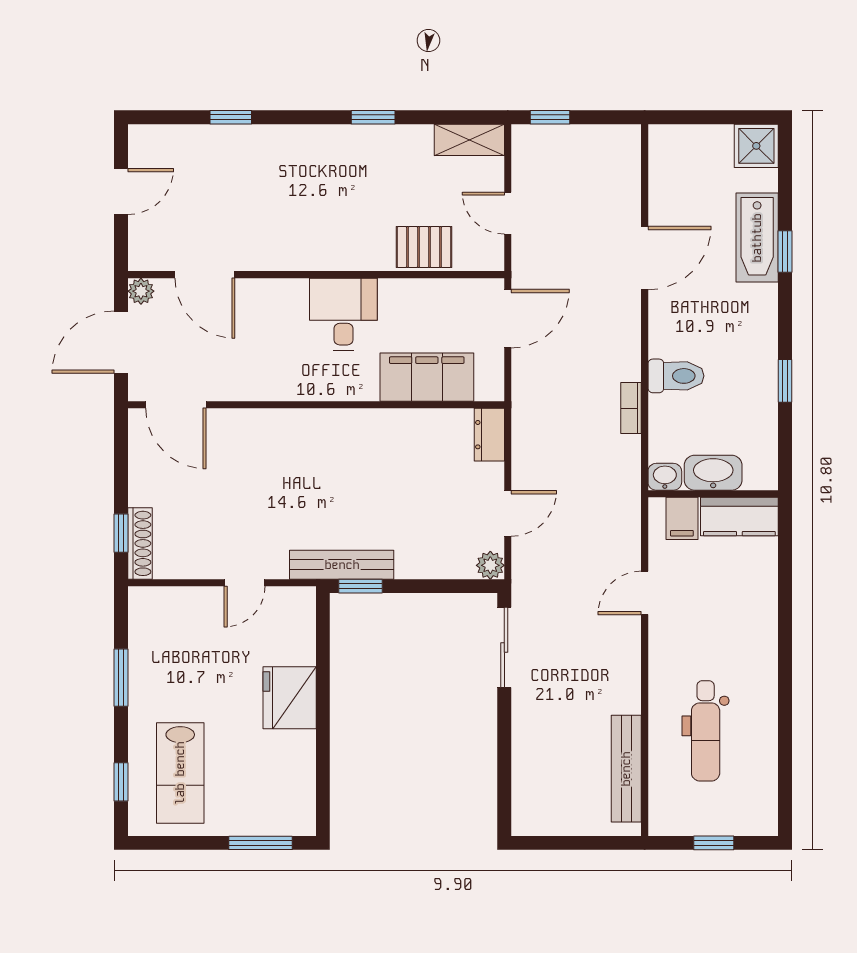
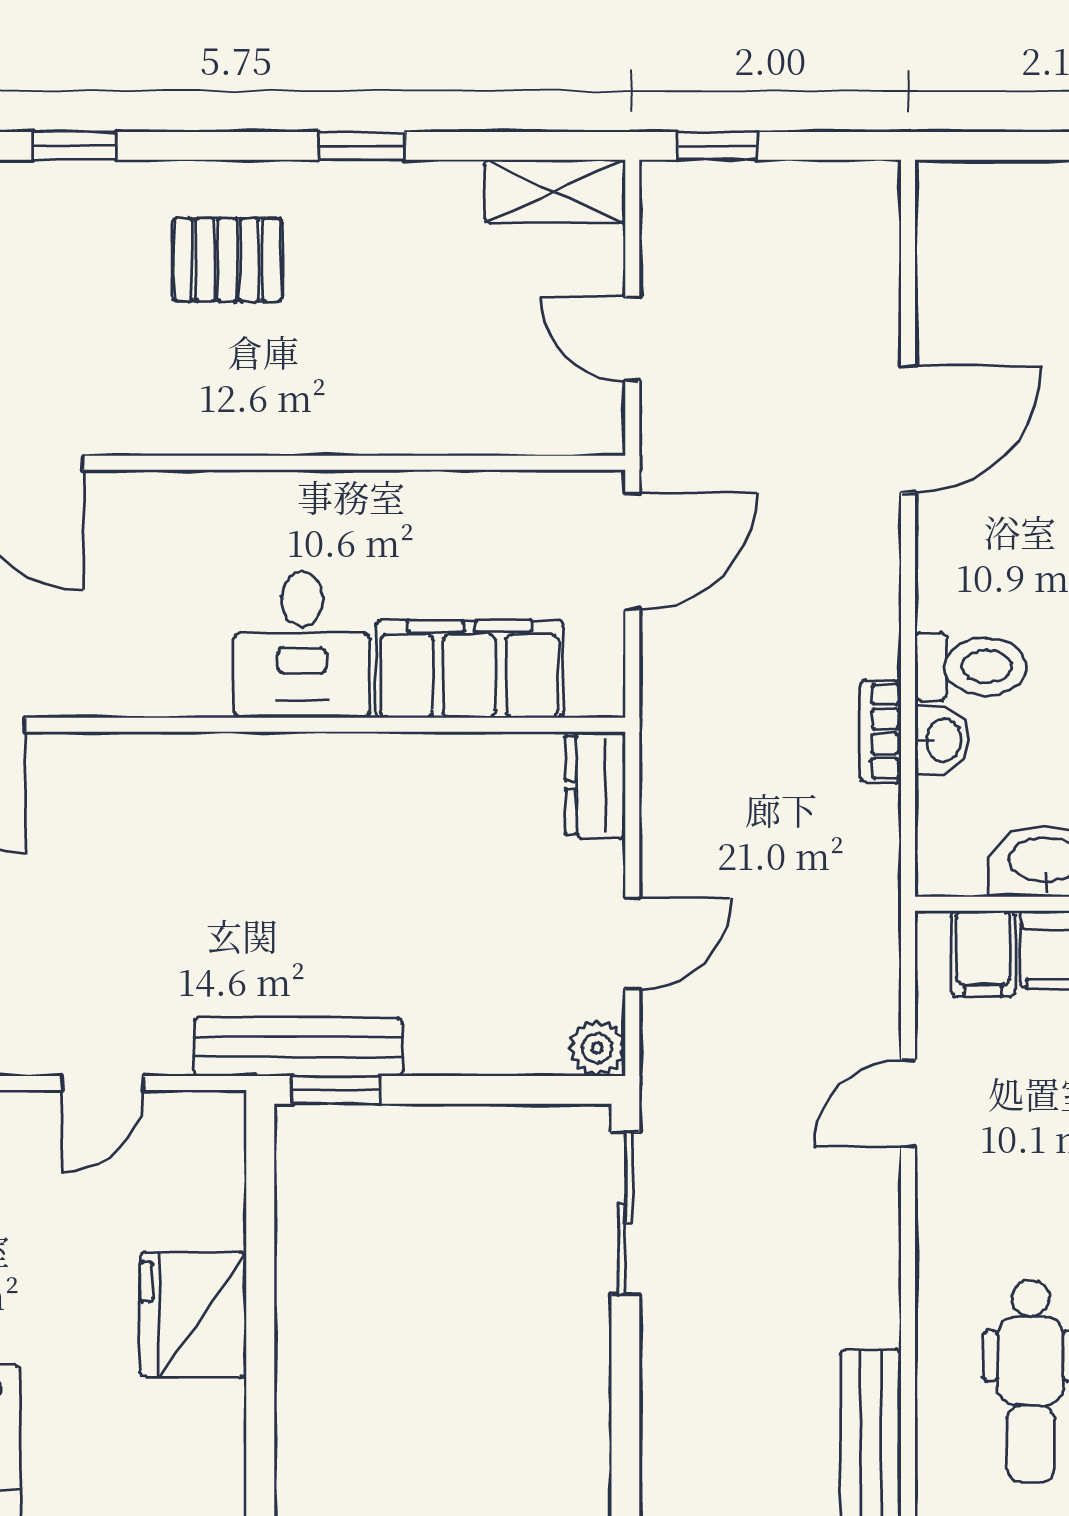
pallet: (424, 247) -> (227, 260), moved
desk: (343, 314) -> (302, 645), moved, turned 180
washbasin: (665, 477) -> (942, 740), moved, turned 90

